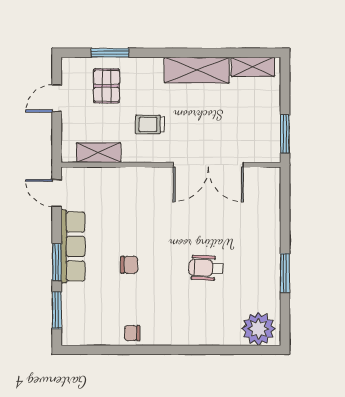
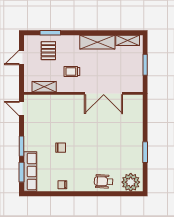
window: (285, 134) -> (145, 65), moved
row of seats: (73, 246) -> (30, 171), moved
wheelchair: (206, 268) -> (104, 181), moved

